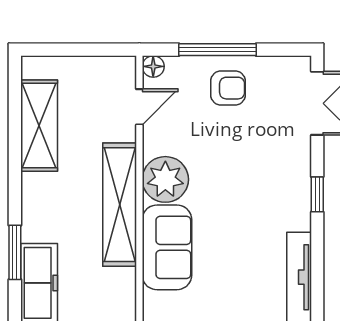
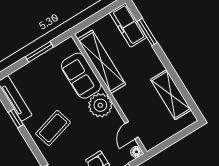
coffee table: (266, 190) -> (53, 128), added
window: (317, 194) -> (16, 118), moved
shelving: (120, 205) -> (102, 62), moved

